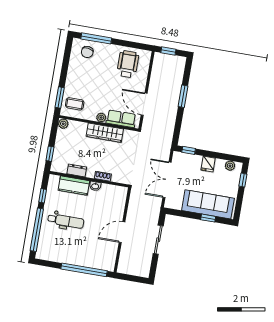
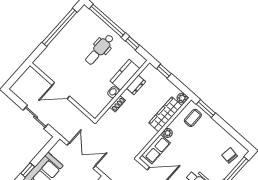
wardrobe: (105, 133) -> (165, 114), moved
door: (122, 232) -> (61, 91), swing flipped
window: (84, 270) -> (60, 27), moved

